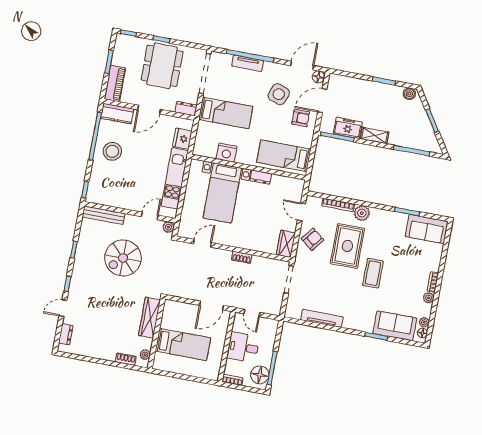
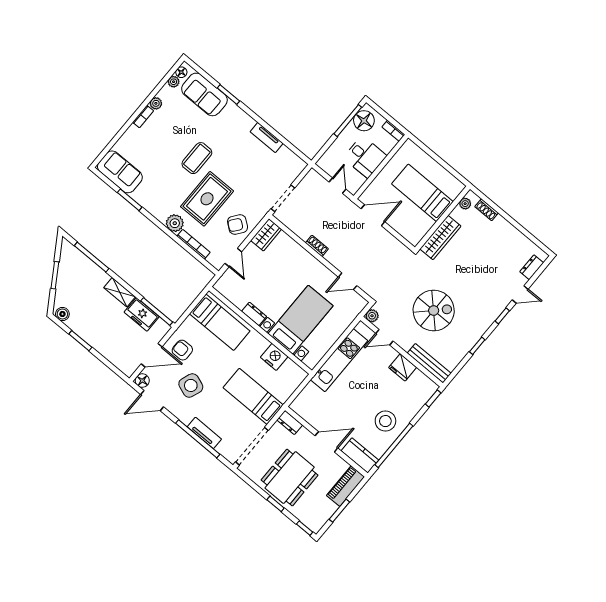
fridge: (182, 139) -> (403, 367), moved, turned 90
tv unit: (322, 318) -> (267, 137), width x0.71

